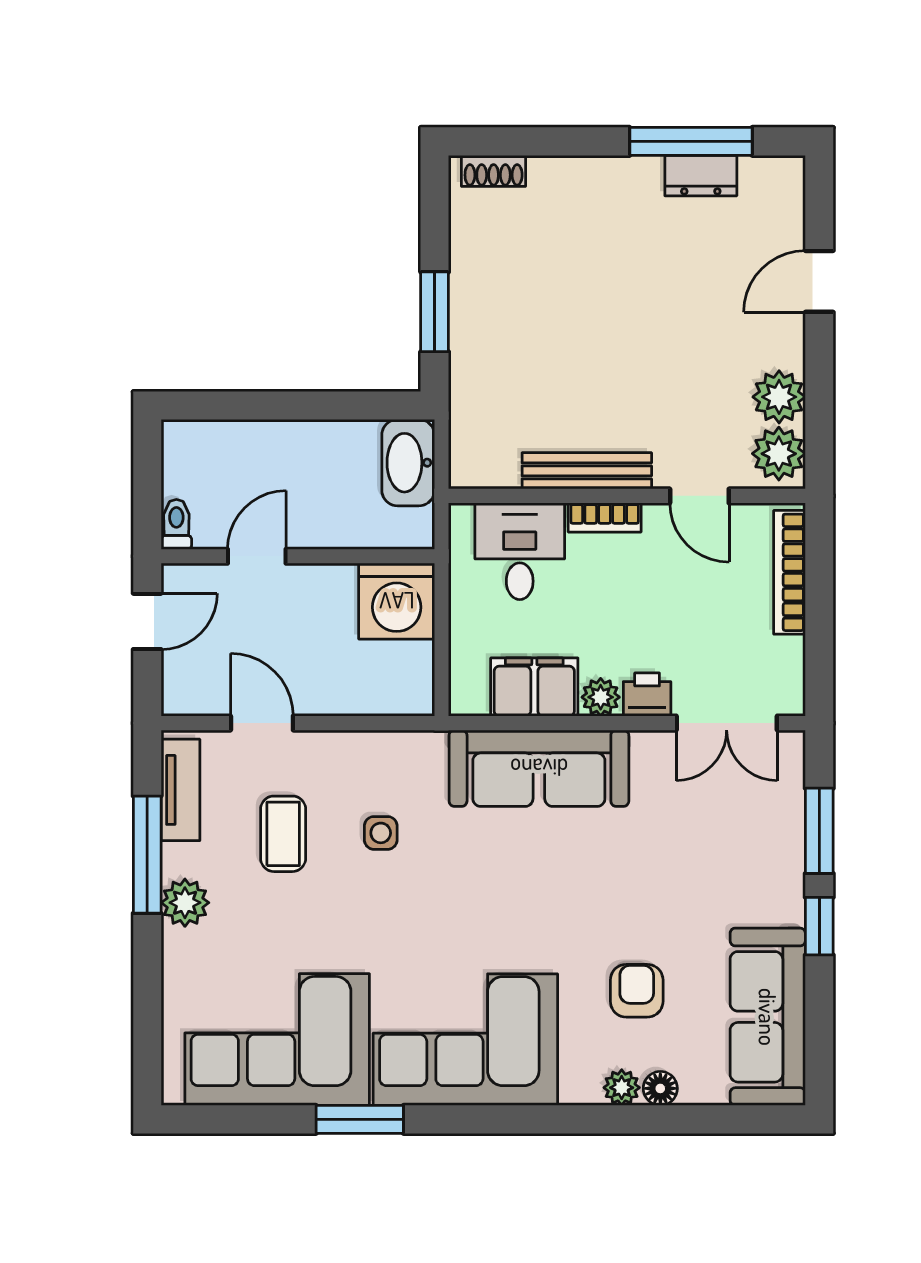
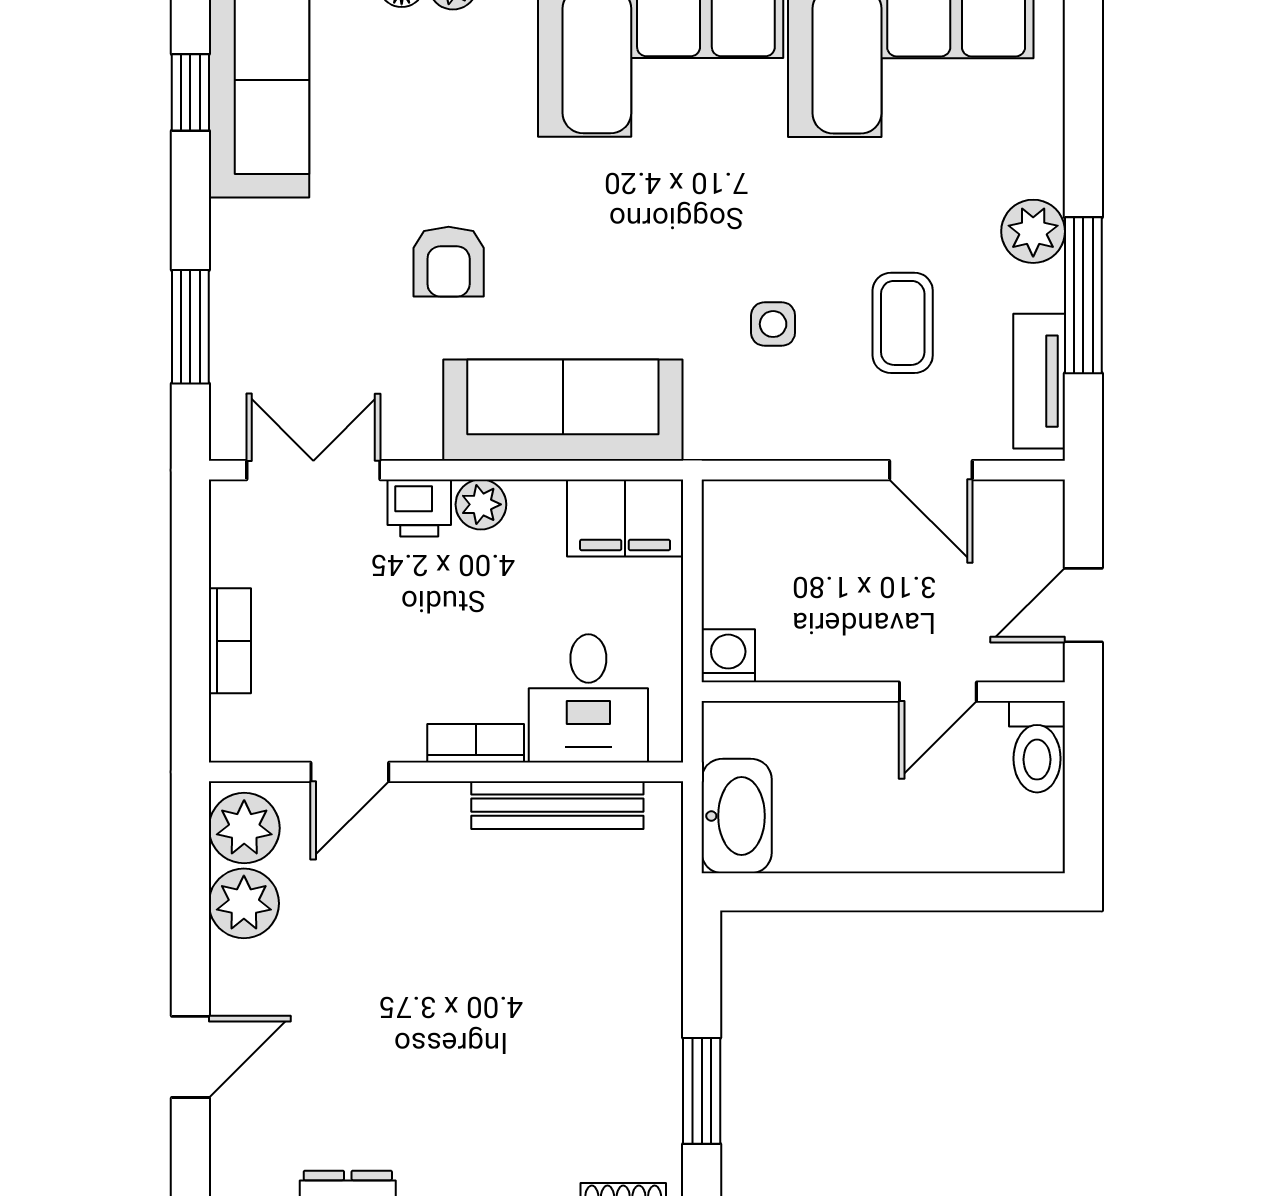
window: (435, 312) -> (702, 1091), moved
bench: (587, 471) -> (557, 805), moved
door: (699, 496) -> (350, 772), swing flipped
toilet: (176, 524) -> (1037, 747), width x1.37, depth x1.39
bookcase: (790, 572) -> (230, 641), width x0.64
washing machine: (397, 601) -> (728, 656), width x0.53, depth x0.53
filing cabinet: (534, 687) -> (625, 518), moved
window: (819, 926) -> (190, 92), moved
armchair: (637, 991) -> (449, 262), moved

